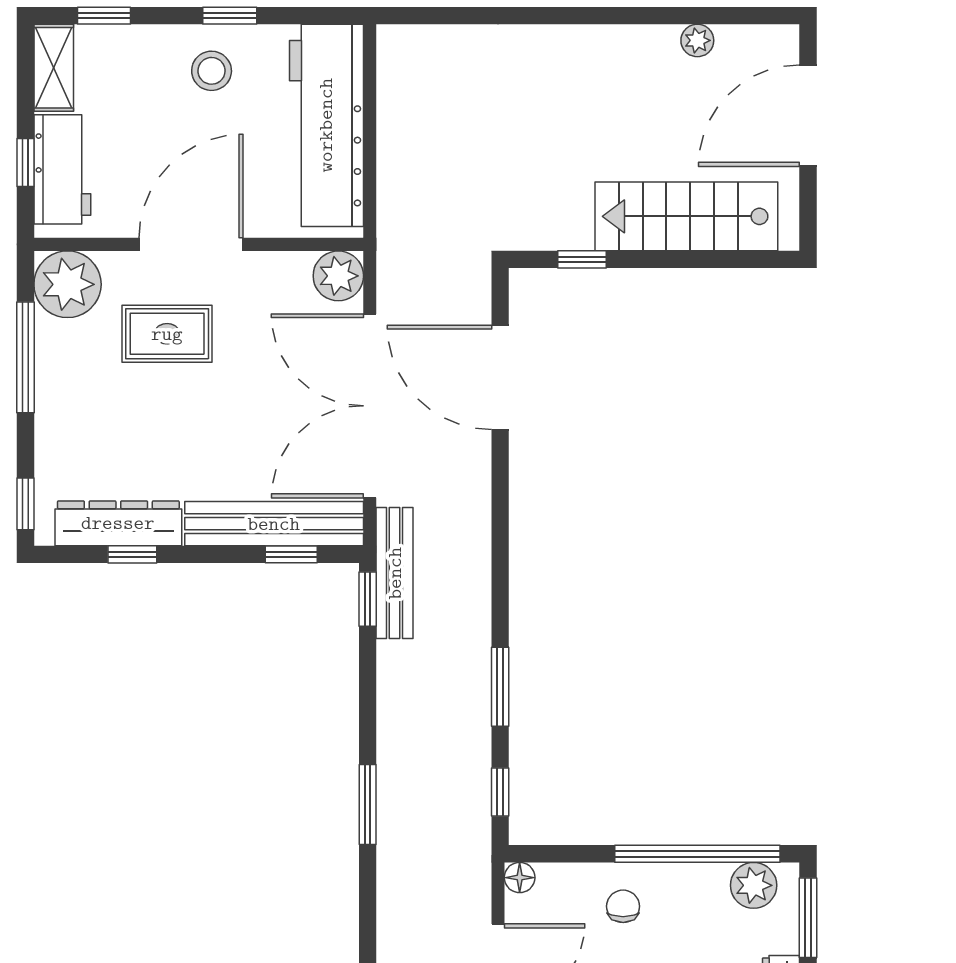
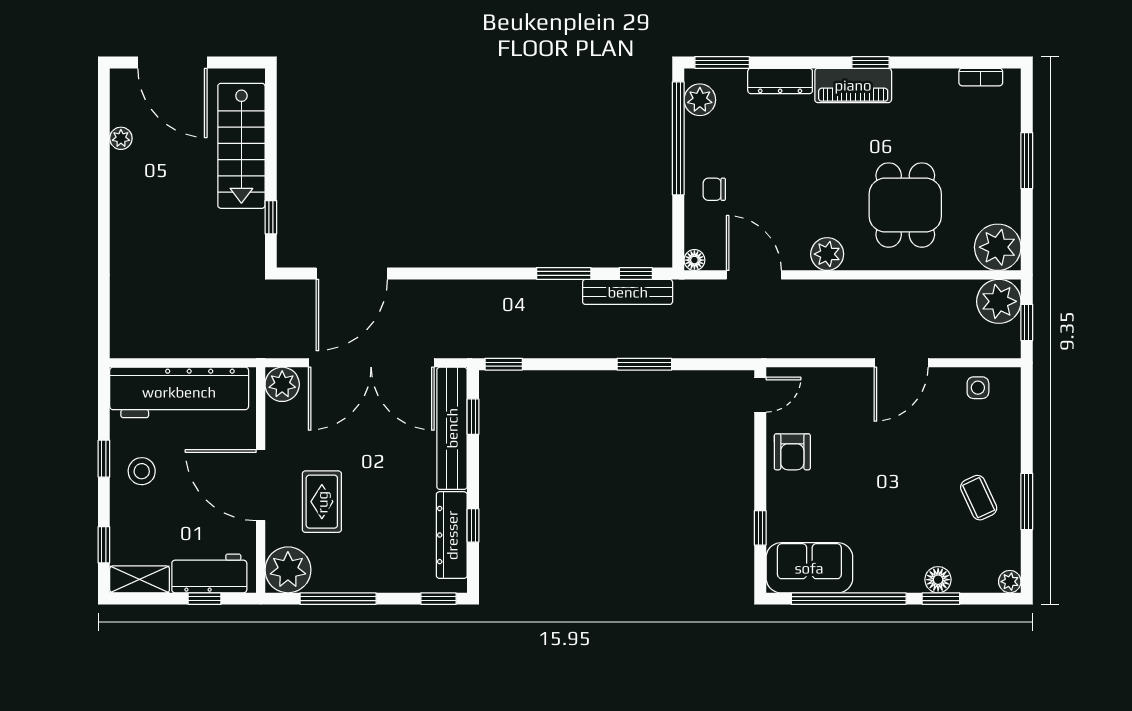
bench: (395, 573) -> (628, 292), moved

